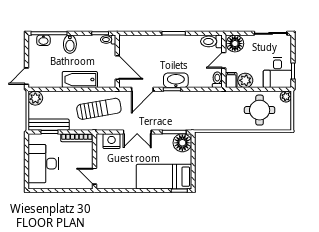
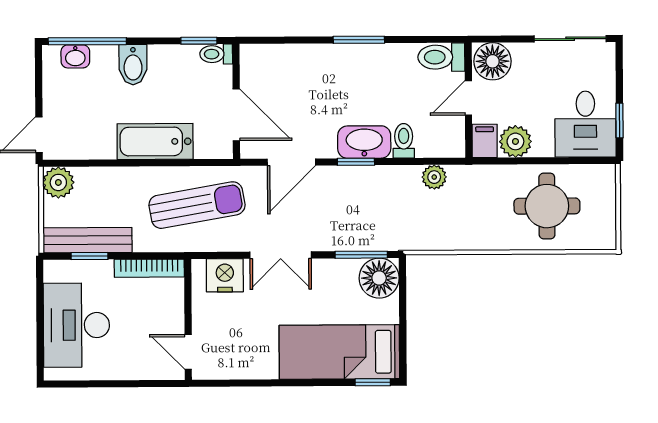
toilet: (217, 80) -> (404, 141), moved
plant: (286, 97) -> (434, 177), moved

